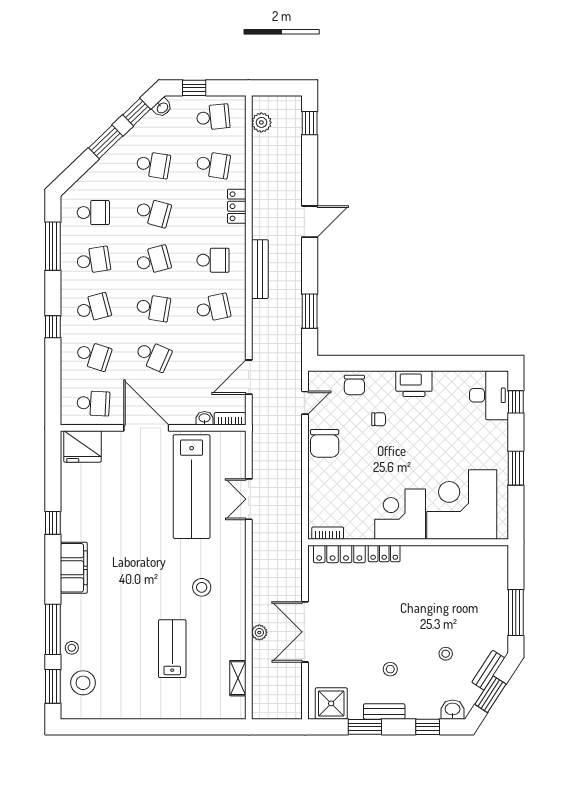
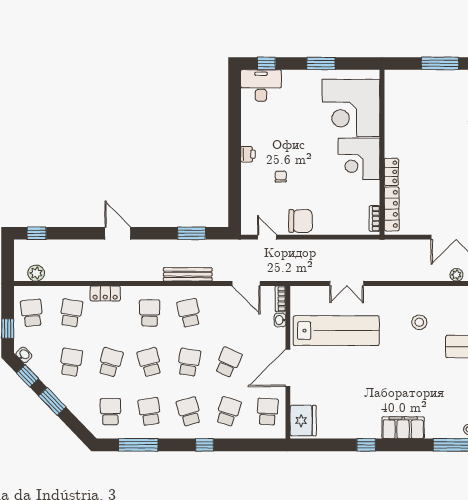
bench: (260, 269) -> (188, 274), moved
printer: (414, 384) -> (248, 154), width x0.53, depth x0.68
chair: (354, 385) -> (252, 196), removed

